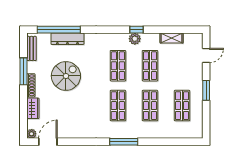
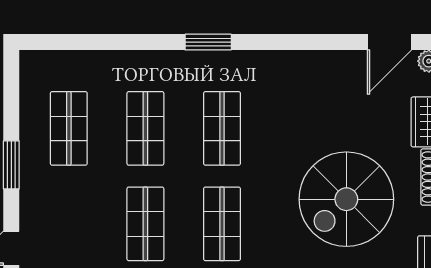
spiral stairs: (66, 76) -> (346, 199), width x1.37, depth x1.37
window: (124, 142) -> (208, 42), width x0.69

